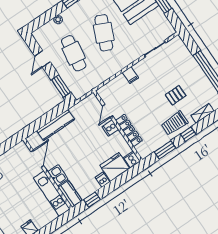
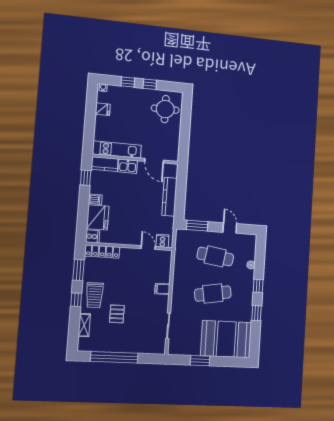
cafe table: (104, 33) -> (213, 294), turned -33
trolley: (174, 123) -> (95, 295), turned 180
cooker: (110, 128) -> (162, 241), moved
locker: (129, 130) -> (102, 252), moved

